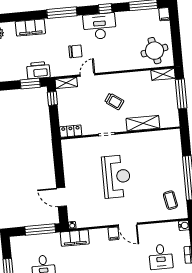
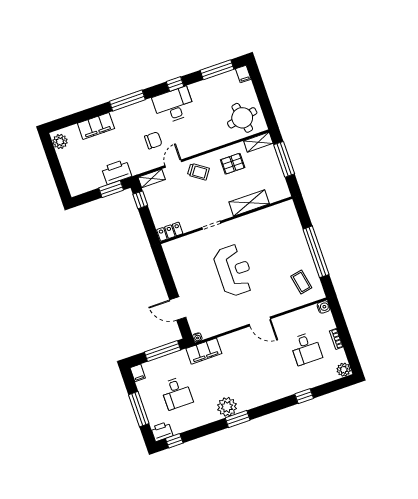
pallet: (137, 87) -> (233, 164), added
trolley: (114, 101) -> (198, 172), moved
filing cabinet: (113, 234) -> (138, 373), moved

